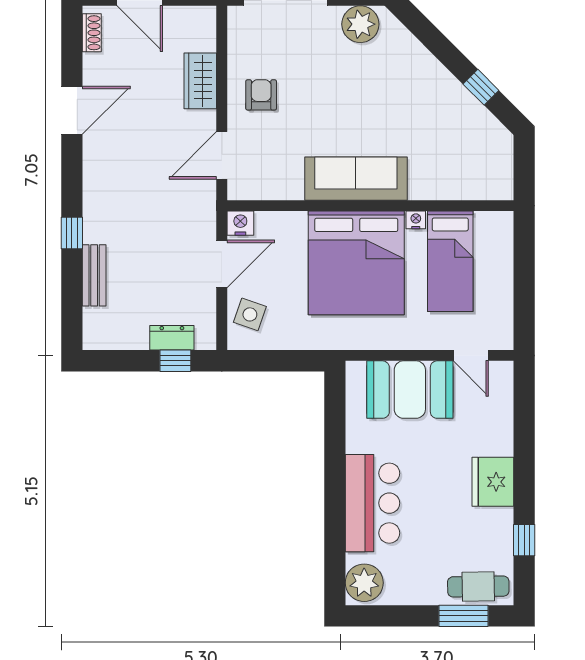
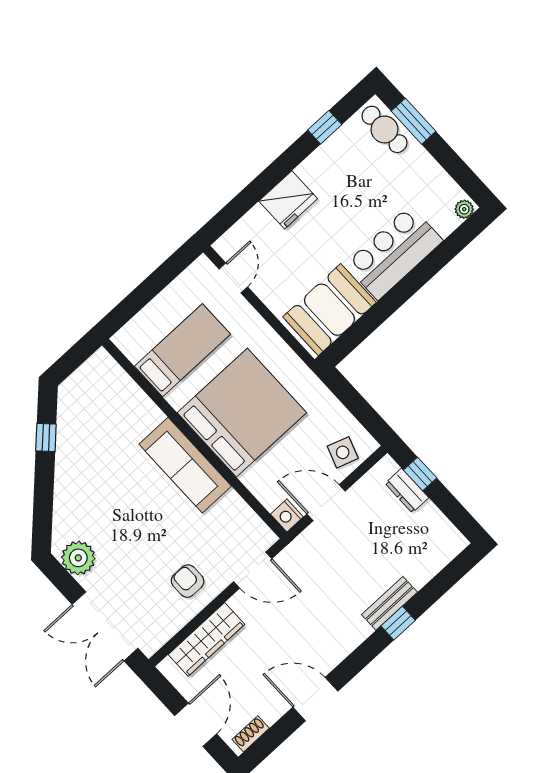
wardrobe: (200, 81) -> (206, 639), width x1.50
armchair: (261, 95) -> (188, 581), turned 90
nightstand: (416, 220) -> (176, 399), removed
bench: (94, 275) -> (389, 603), moved
booth: (410, 390) -> (329, 310), moved, turned 90
fridge: (493, 482) -> (288, 200), moved
plant: (364, 583) -> (464, 209), width x0.53, depth x0.53

